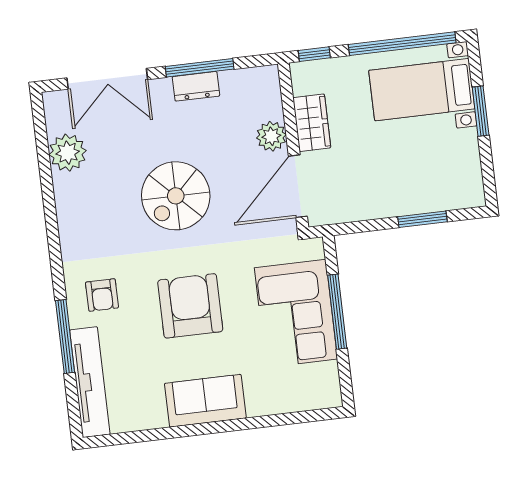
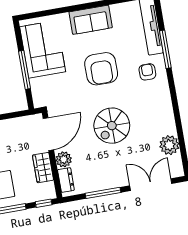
dresser: (196, 86) -> (66, 180), moved, turned 90
spiral stairs: (176, 196) -> (112, 126), turned 180
corner sofa: (296, 313) -> (43, 49), moved

